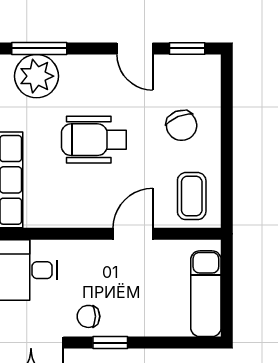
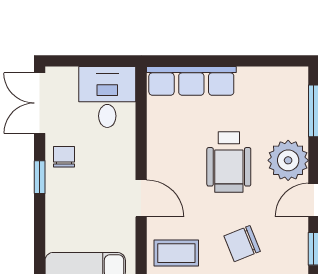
plant: (36, 76) -> (288, 160), moved
wheelchair: (94, 140) -> (229, 162), turned 180

